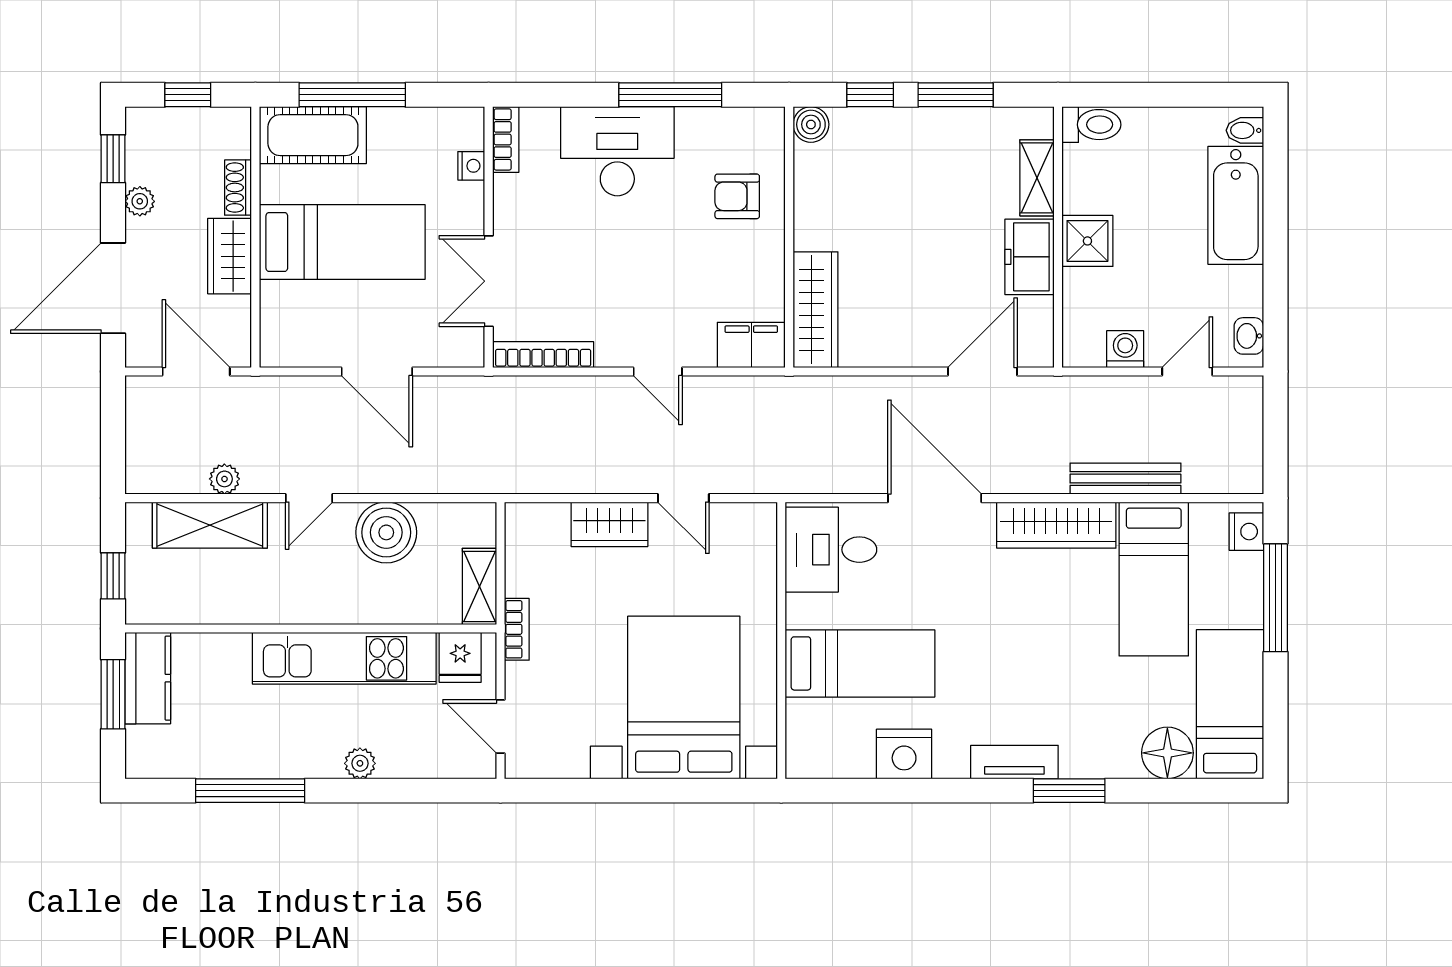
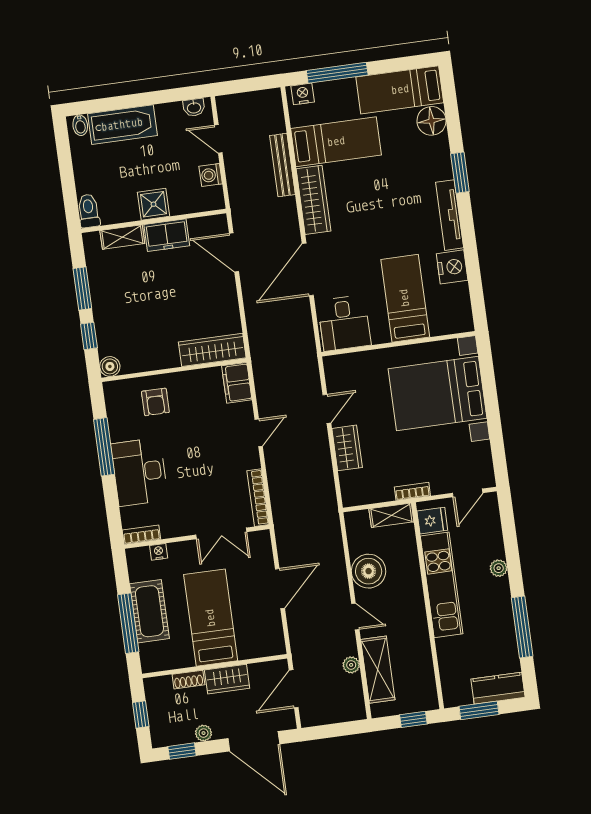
cot: (313, 135) -> (149, 611), moved
kitchen counter: (148, 678) -> (498, 688), moved
tv unit: (1014, 762) -> (450, 215), width x1.41

